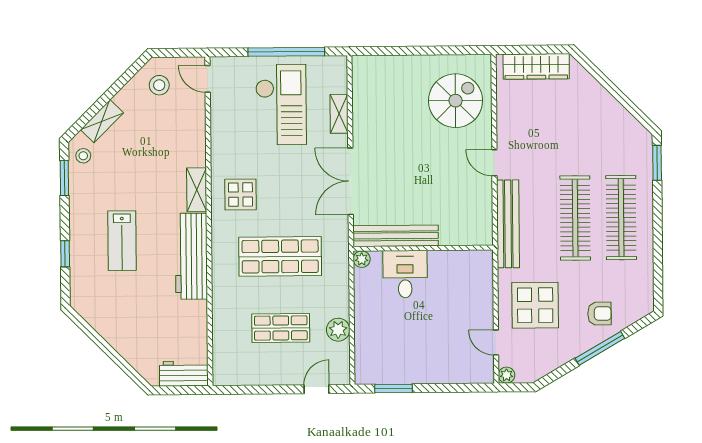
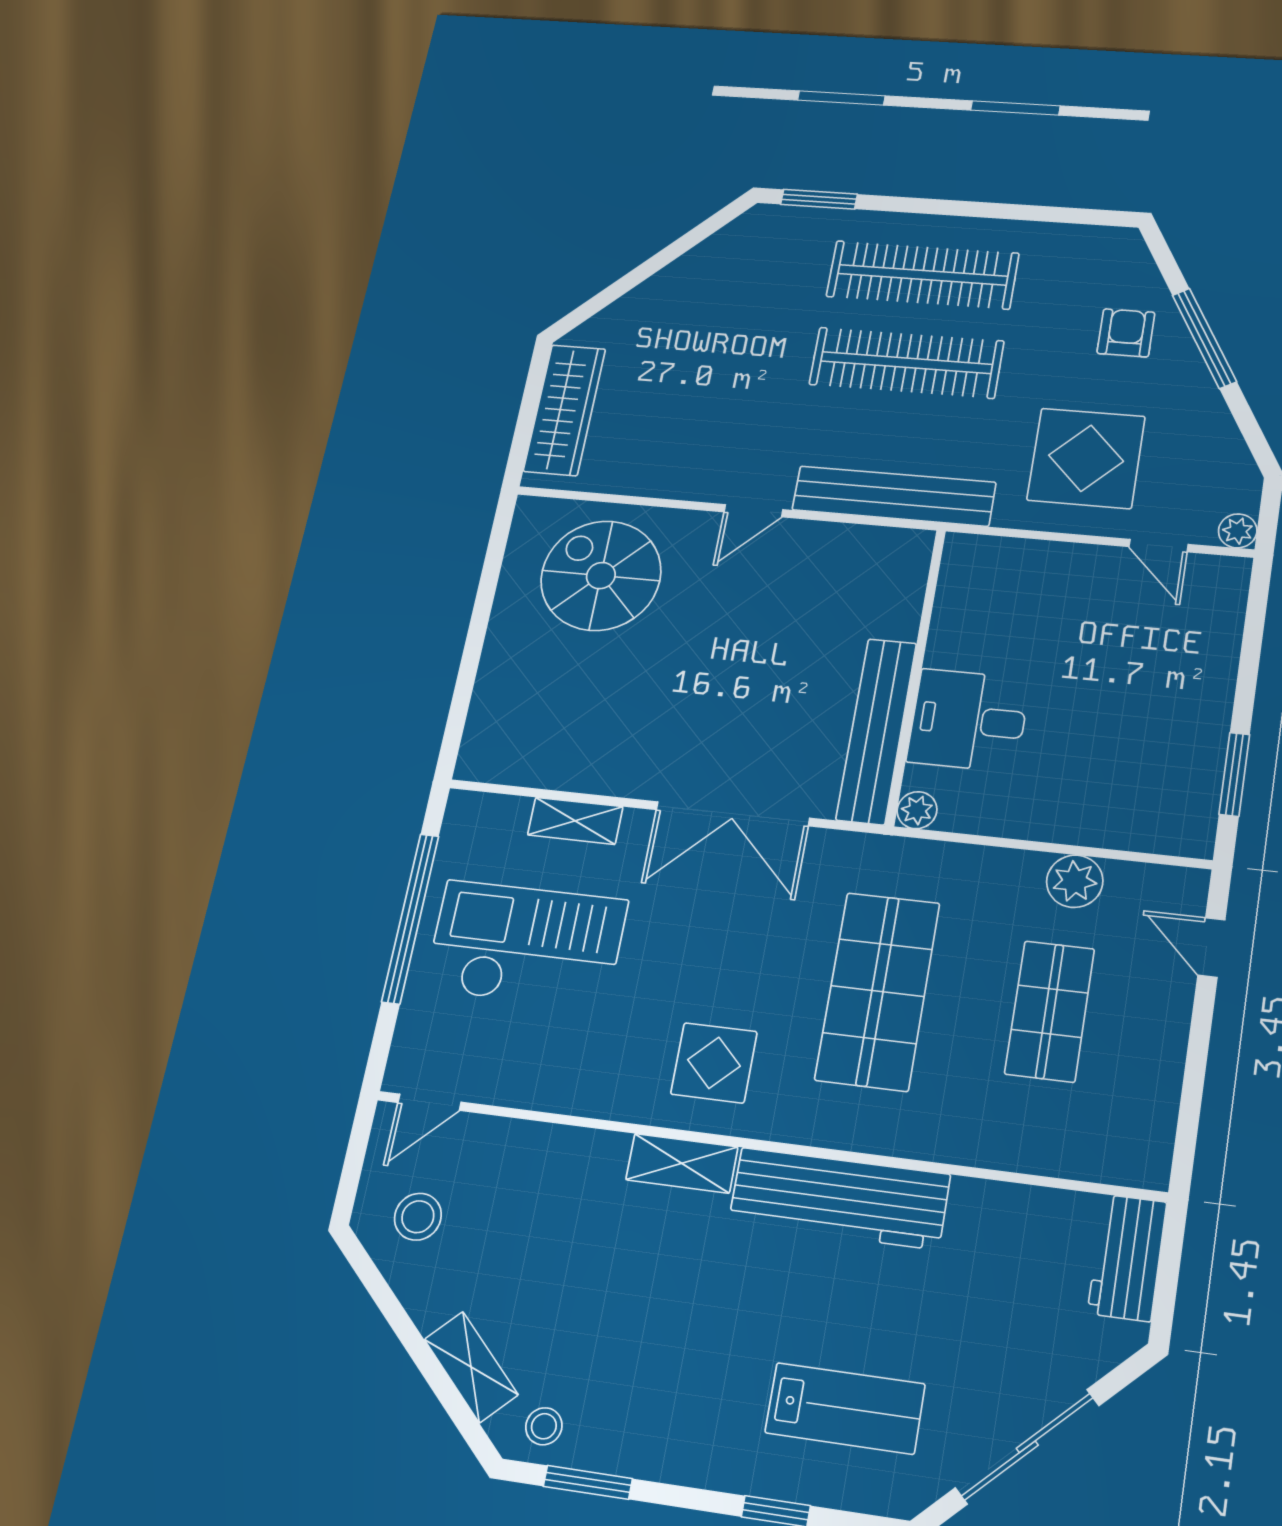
lab bench: (122, 241) -> (845, 1408), moved
door: (496, 342) -> (1158, 546), hinge flipped
sliding door: (105, 346) -> (1027, 1447), added

